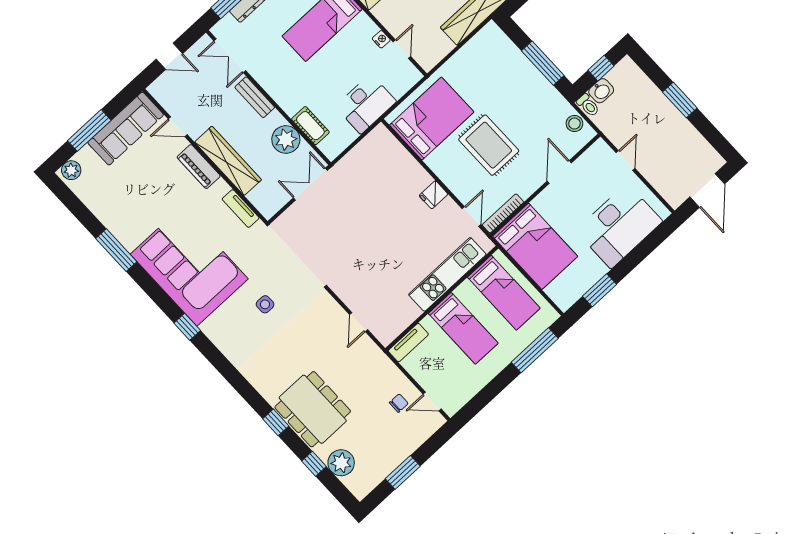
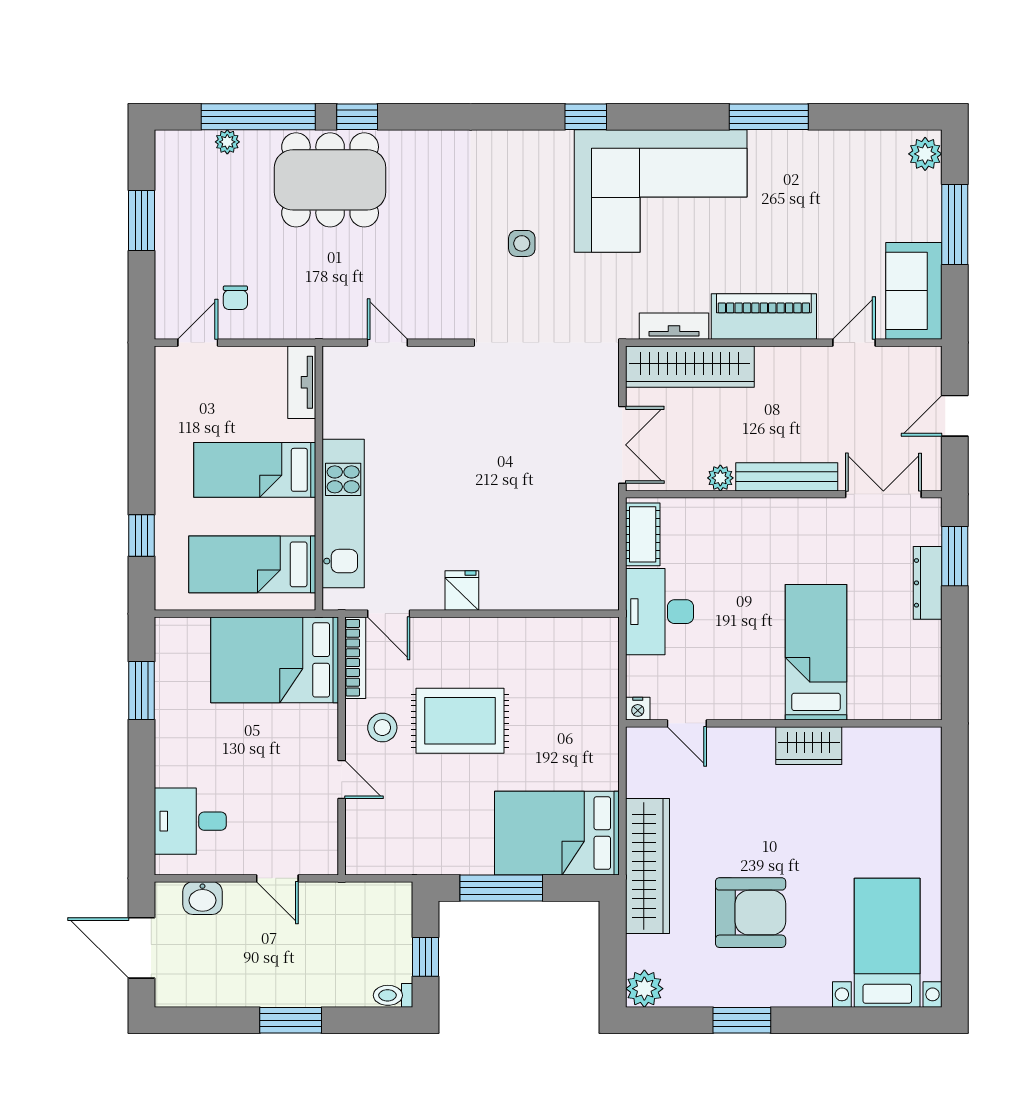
nightstand: (381, 39) -> (638, 709), moved
washbasin: (601, 91) -> (202, 898), moved, turned -90
bench: (255, 97) -> (787, 477), width x1.36
toilet: (588, 105) -> (393, 995), moved
bed: (432, 119) -> (557, 833), moved, turned 90
stool: (574, 124) -> (382, 728), moved
cot: (310, 126) -> (643, 534), moved, turned 90
sofa: (126, 129) -> (914, 291), width x0.73
plant: (286, 139) -> (720, 478), width x0.53, depth x0.53
wardrobe: (228, 161) -> (690, 367), moved
piano: (199, 167) -> (764, 317), width x1.37, depth x1.33
door: (559, 172) -> (342, 780), width x0.73
desk: (619, 226) -> (190, 821), width x0.53, depth x0.77
window: (535, 350) -> (141, 535), width x0.46
plant: (341, 463) -> (227, 142), width x0.53, depth x0.53
window: (314, 464) -> (258, 117), width x3.17

